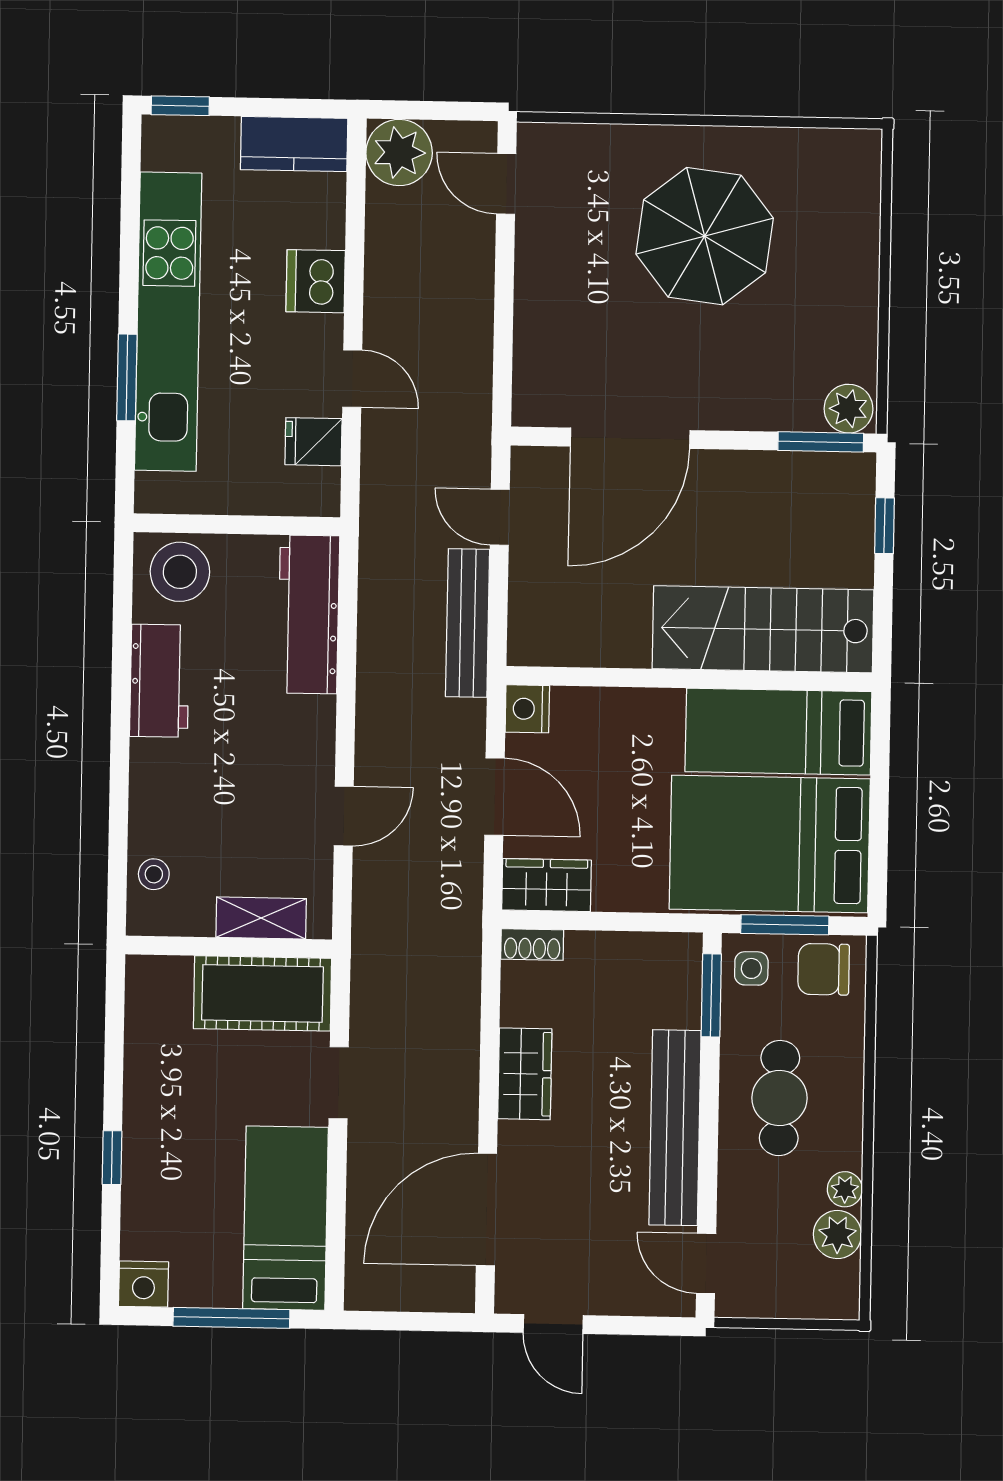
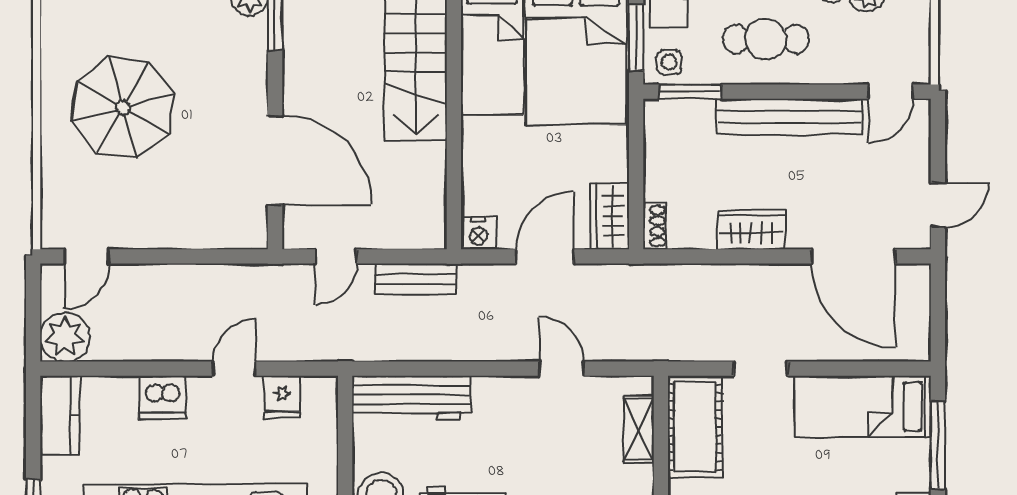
bench: (468, 623) -> (415, 279), width x0.73

